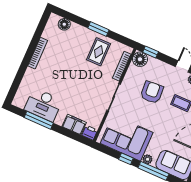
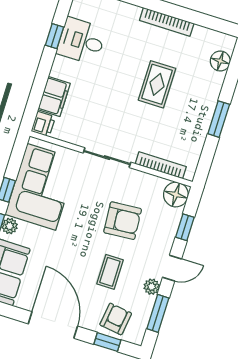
rug: (99, 52) -> (157, 84), moved, turned 90
window: (151, 52) -> (185, 227), moved
desk: (43, 105) -> (81, 41), width x0.73
window: (39, 120) -> (55, 36), width x0.46

